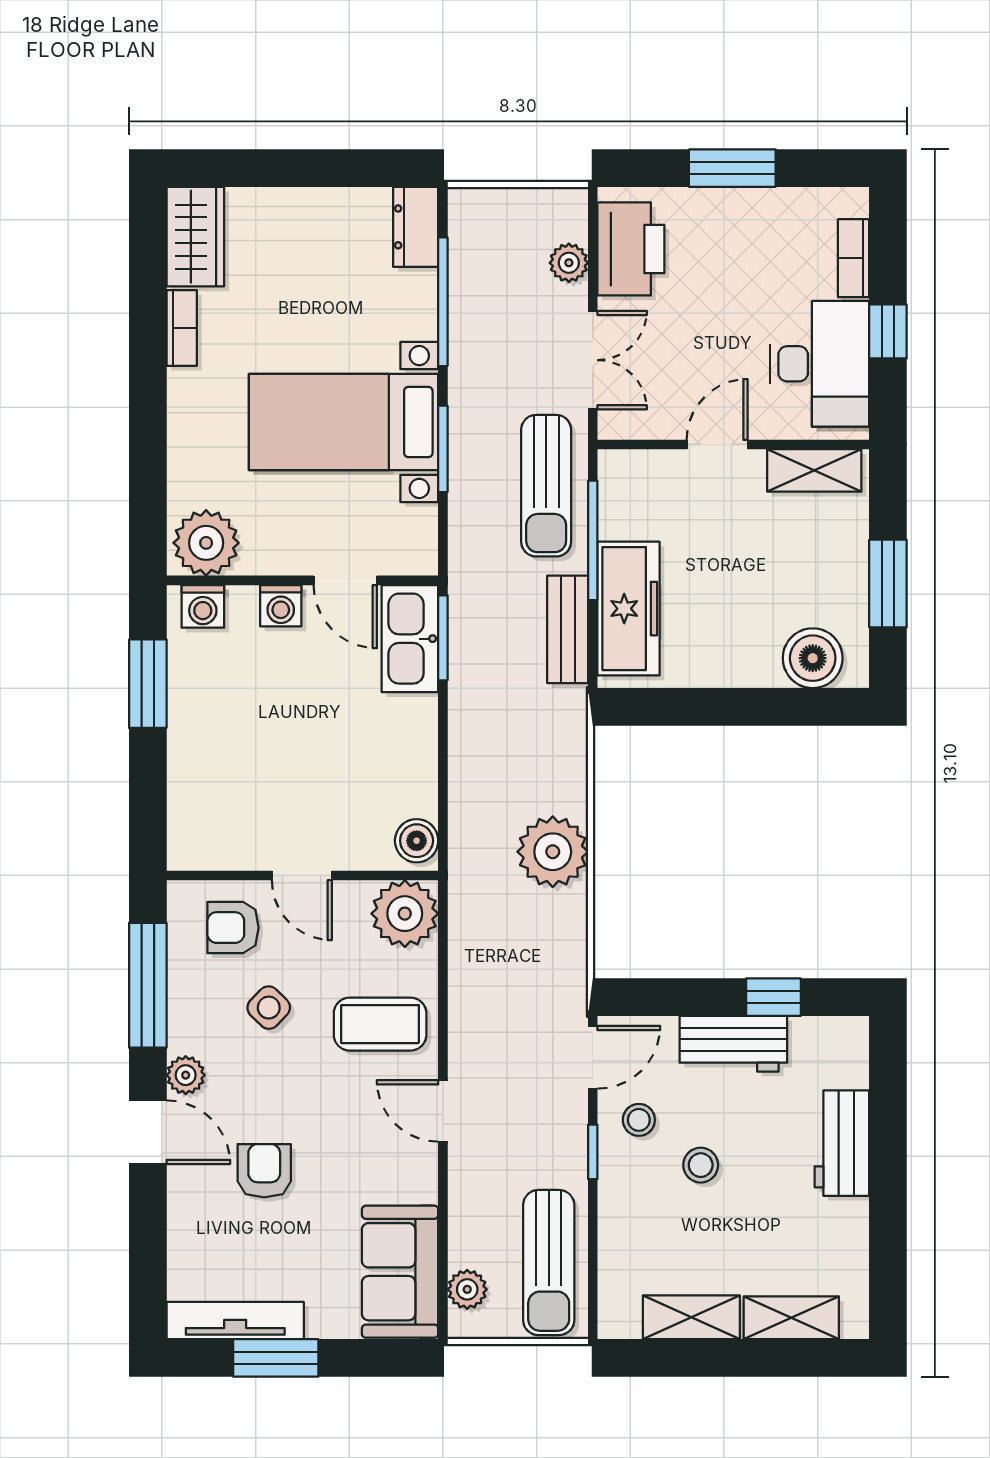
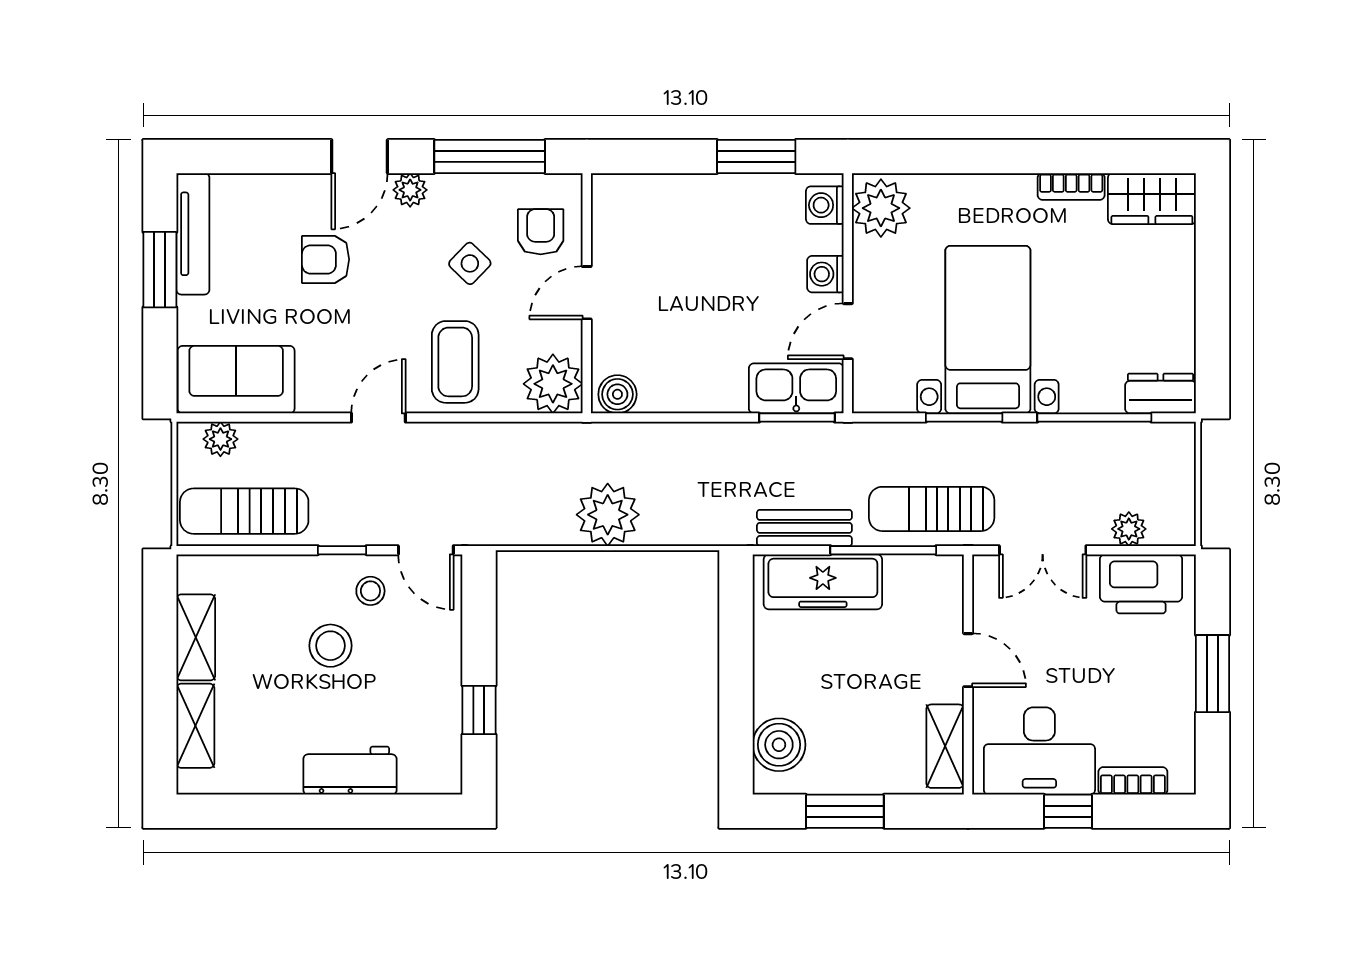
workbench: (733, 1044) -> (438, 675), removed
stool: (701, 1165) -> (330, 646), width x1.37, depth x1.37
armchair: (264, 1171) -> (326, 259), turned 180

